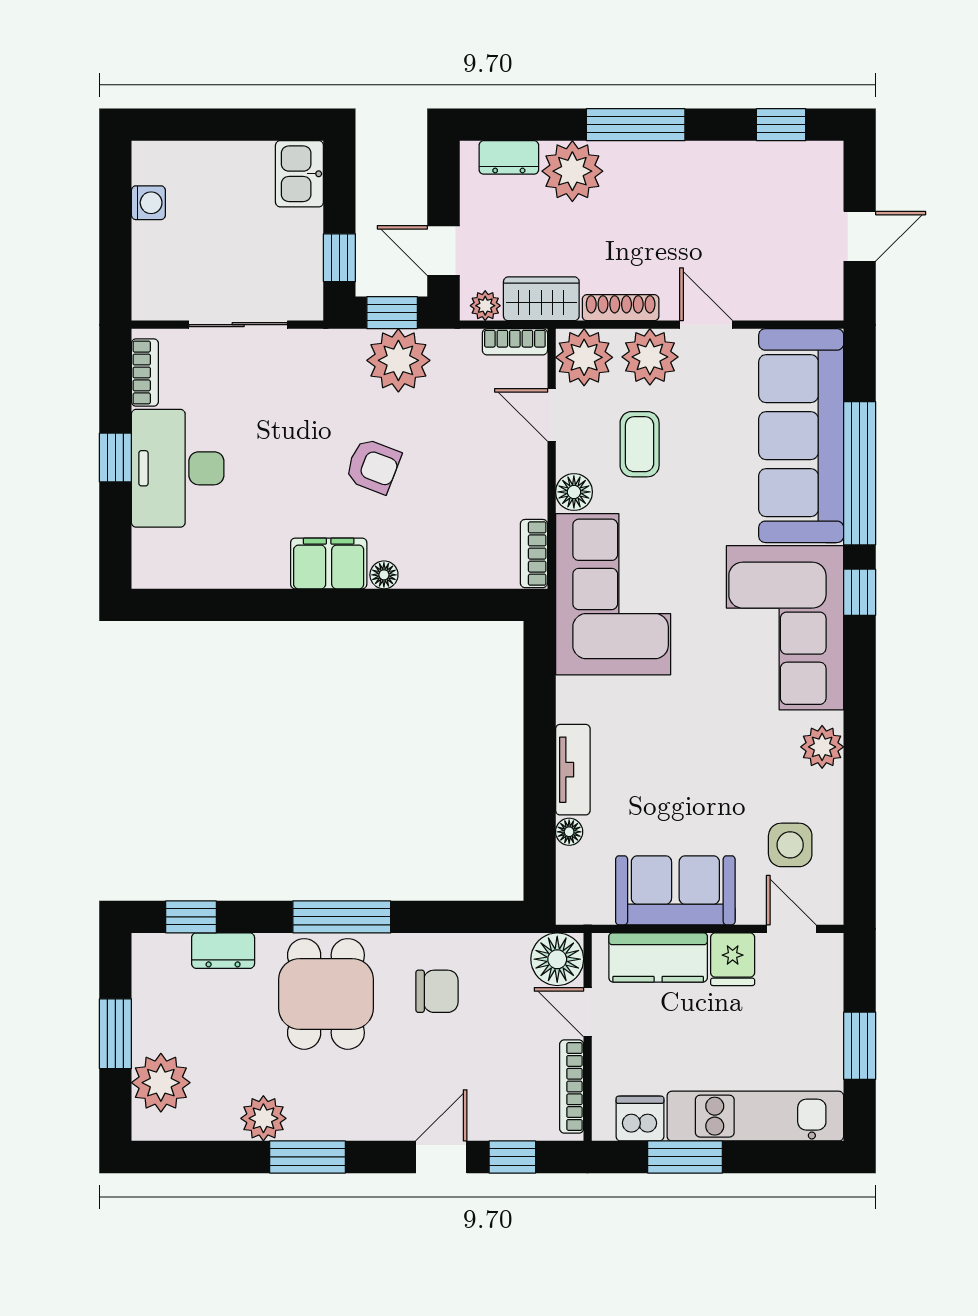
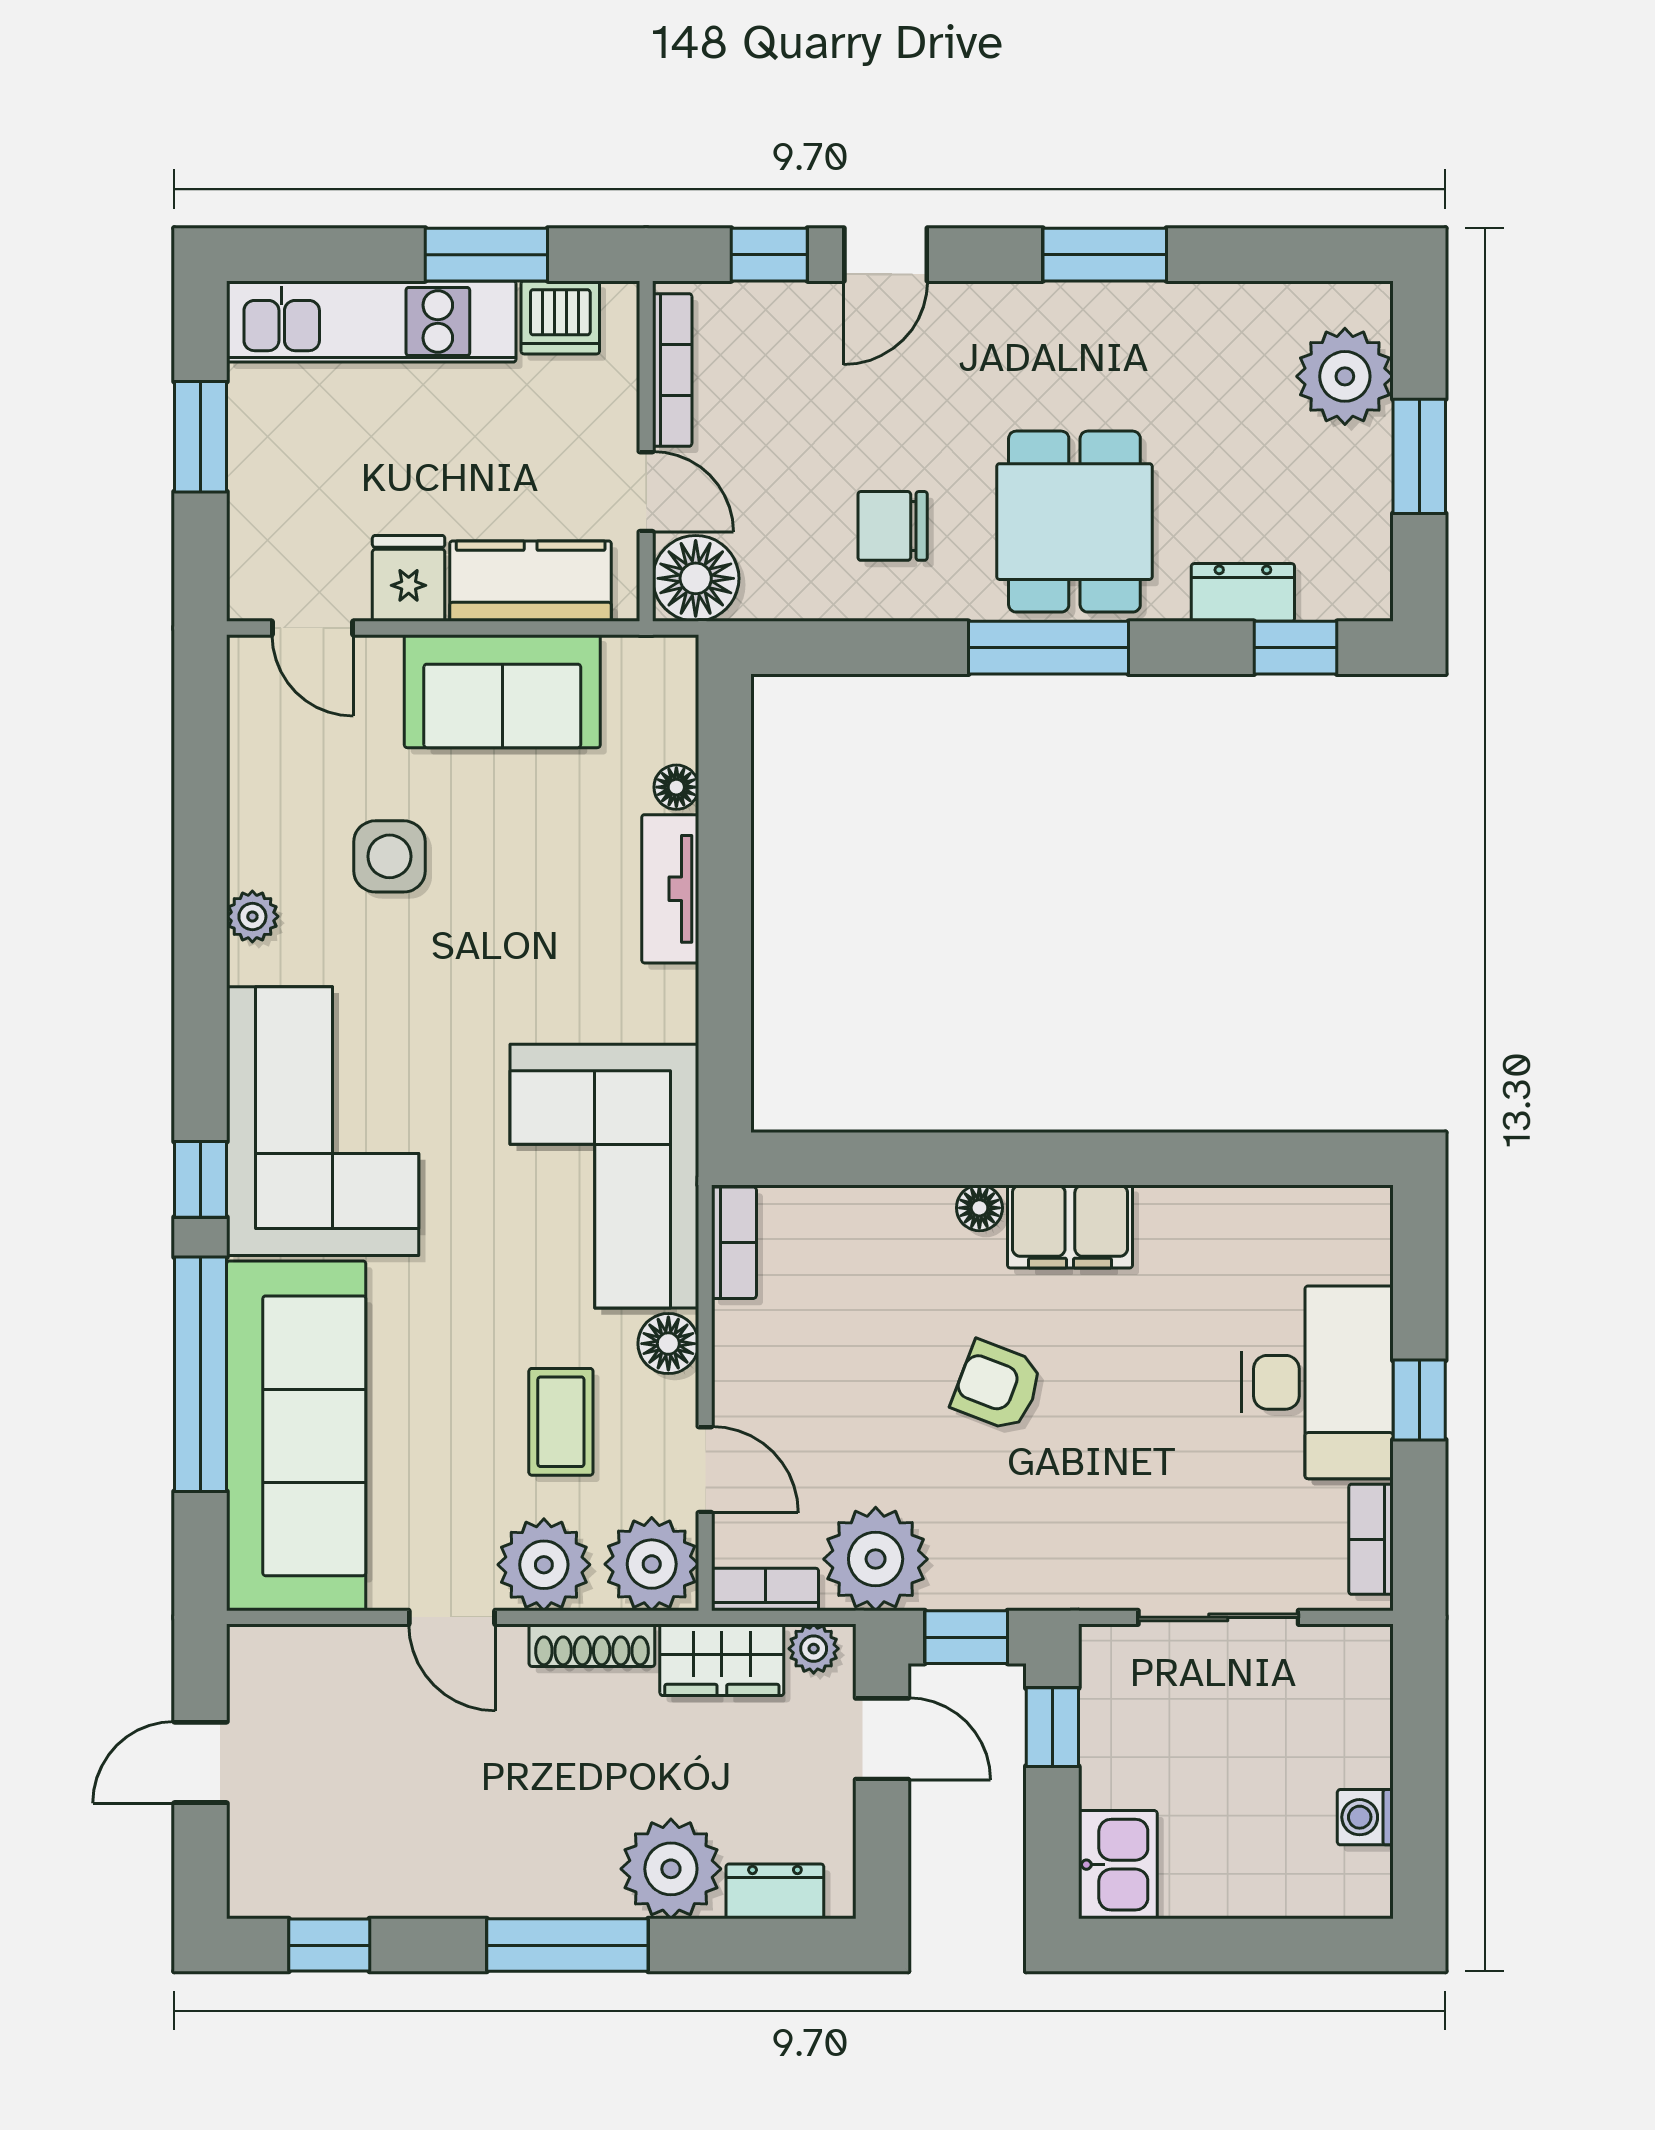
plant: (398, 360) -> (876, 1559), moved
plant: (822, 747) -> (252, 916), width x0.73, depth x0.73
side table: (790, 845) -> (390, 856), moved
plant: (263, 1118) -> (1177, 318), removed

